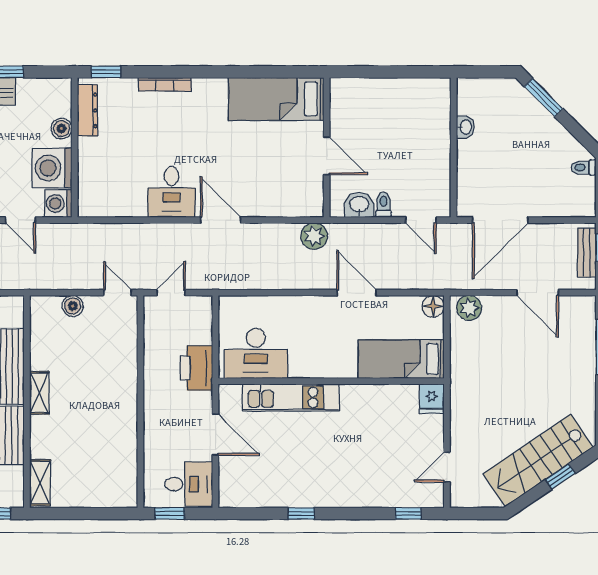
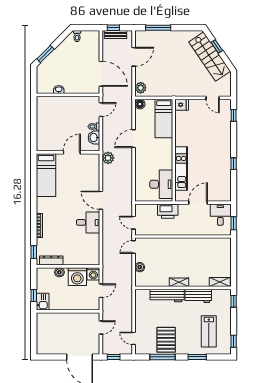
door: (221, 220) -> (101, 200), hinge flipped

